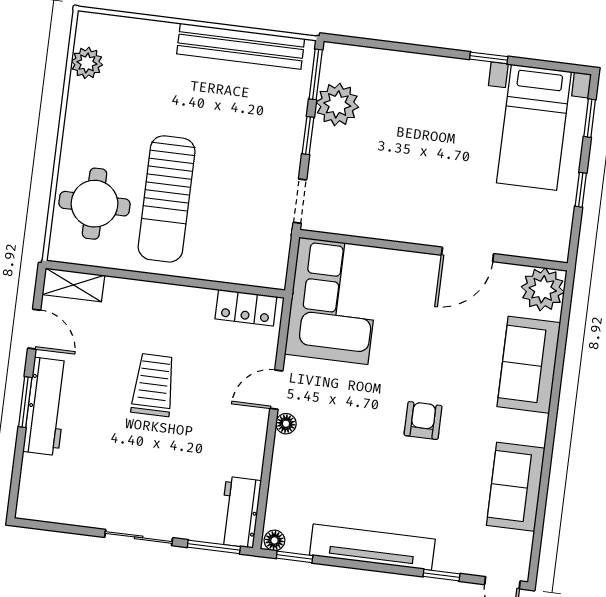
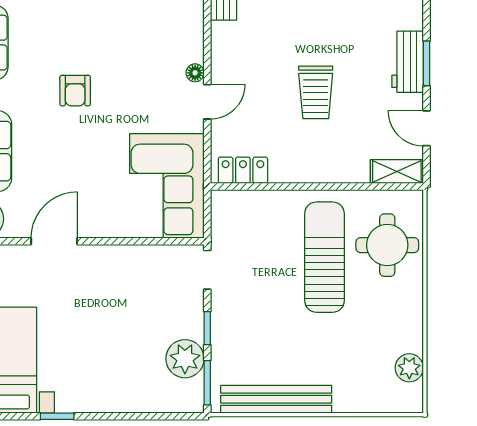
workbench: (46, 406) -> (408, 62), width x0.73

